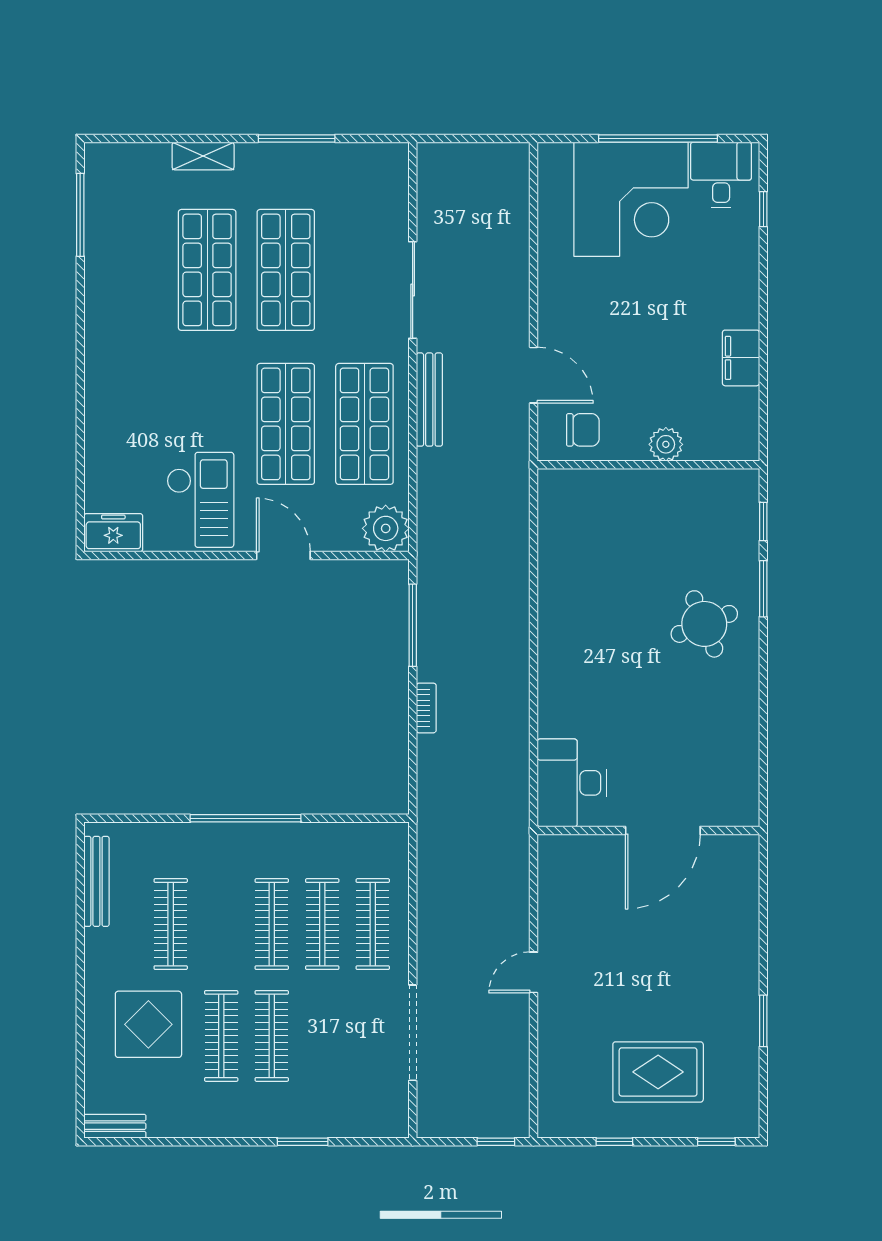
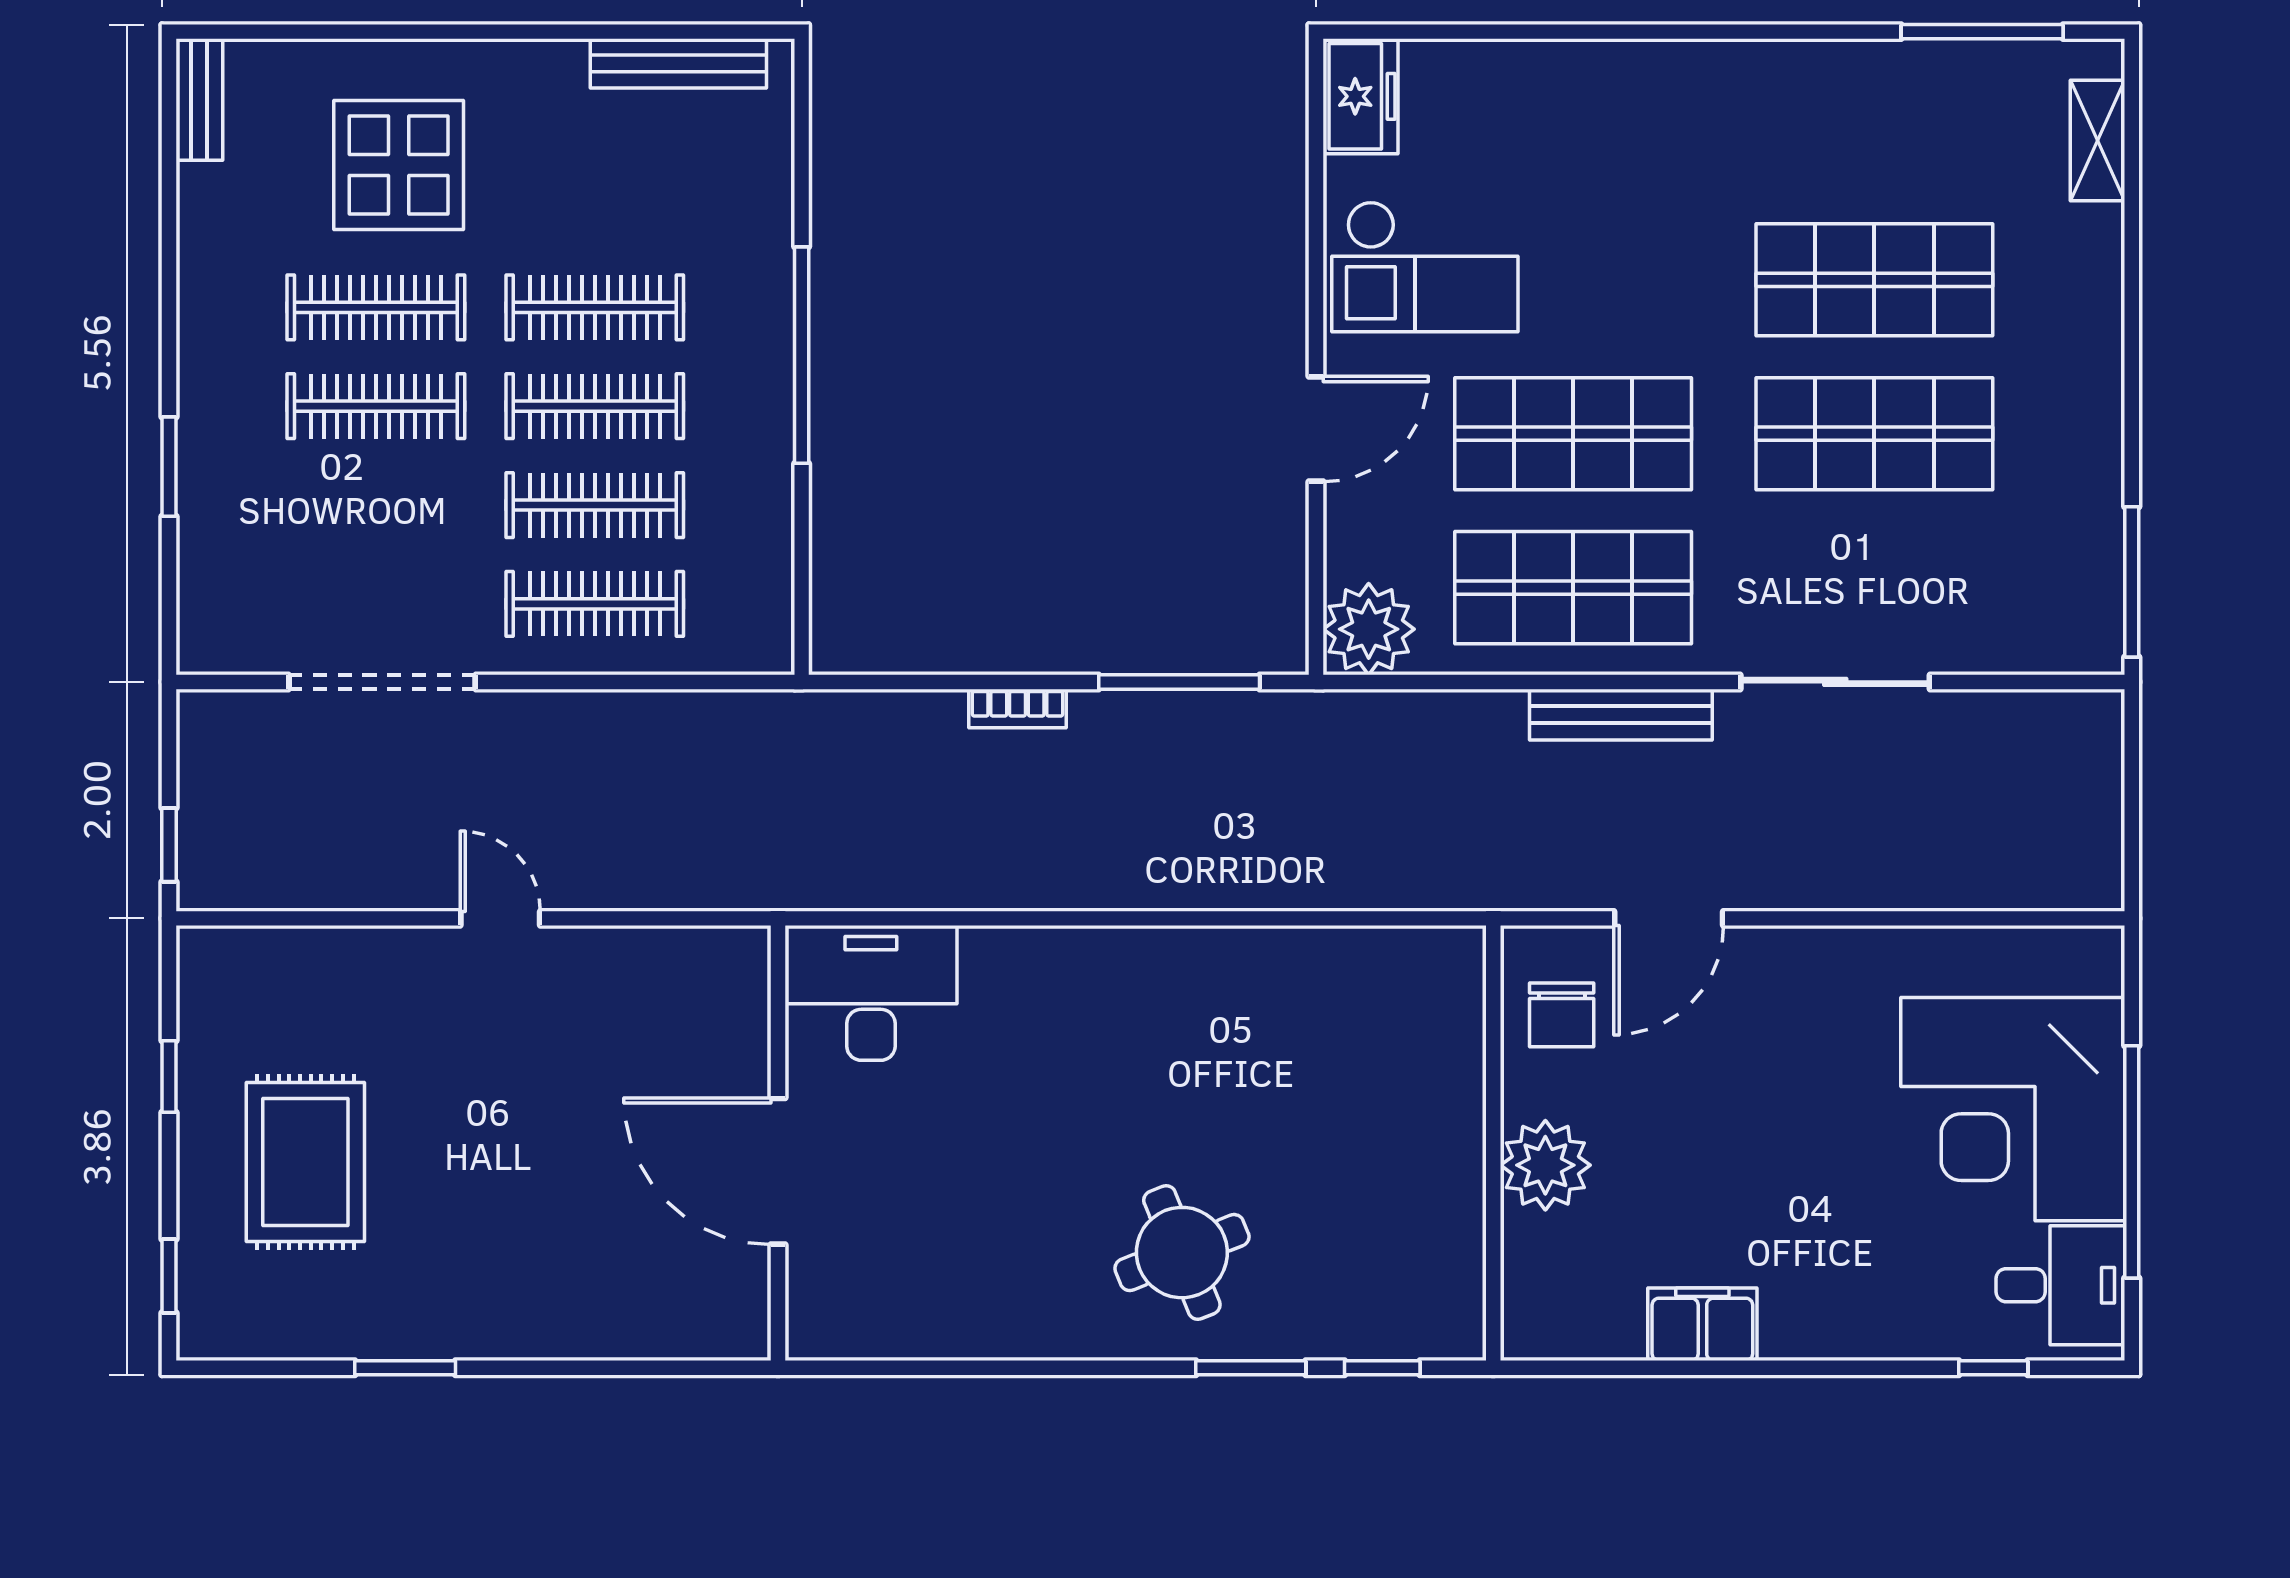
window: (297, 138) -> (2132, 582), moved
shelving: (203, 156) -> (2097, 140), moved
plant: (666, 444) -> (1545, 1165), width x1.36, depth x1.36
clothes rail: (171, 924) -> (595, 307), moved

